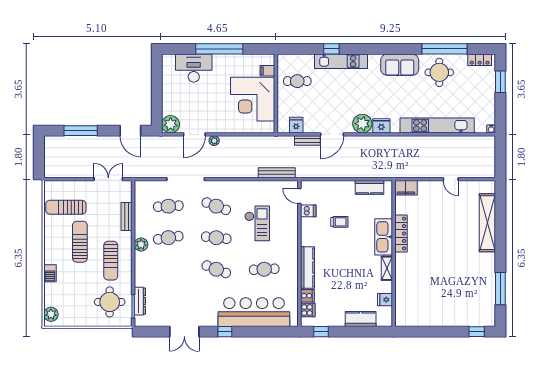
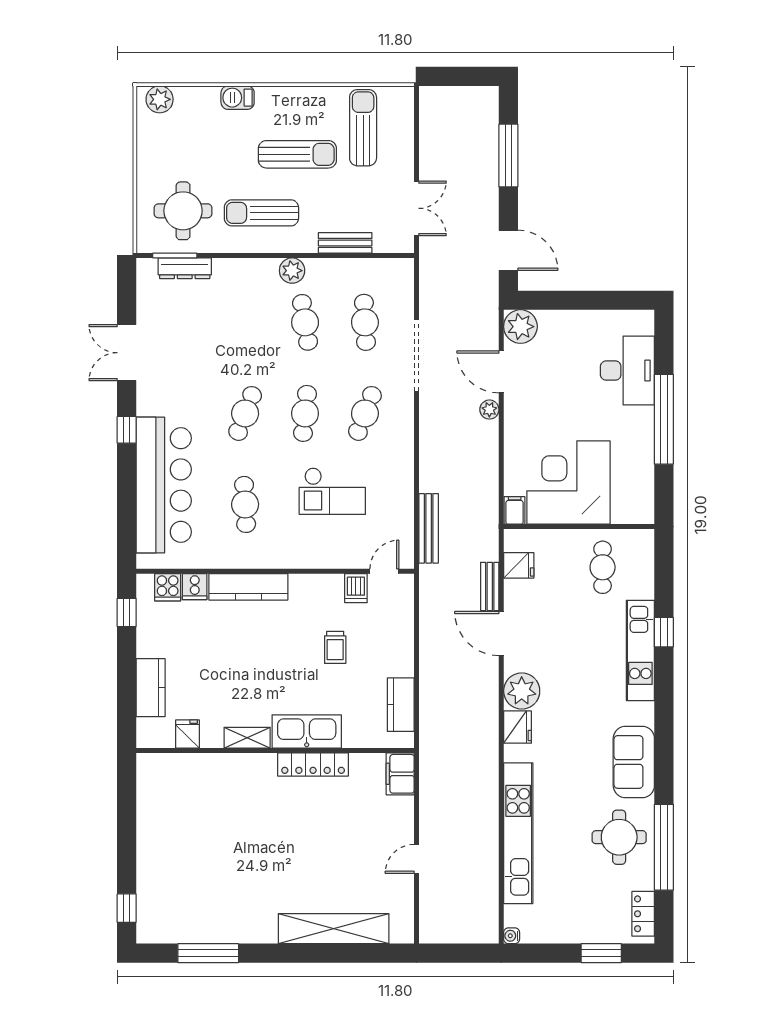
filing cabinet: (267, 71) -> (515, 510), moved
door: (130, 131) -> (508, 250), swing flipped

